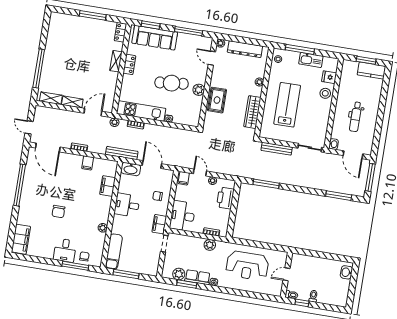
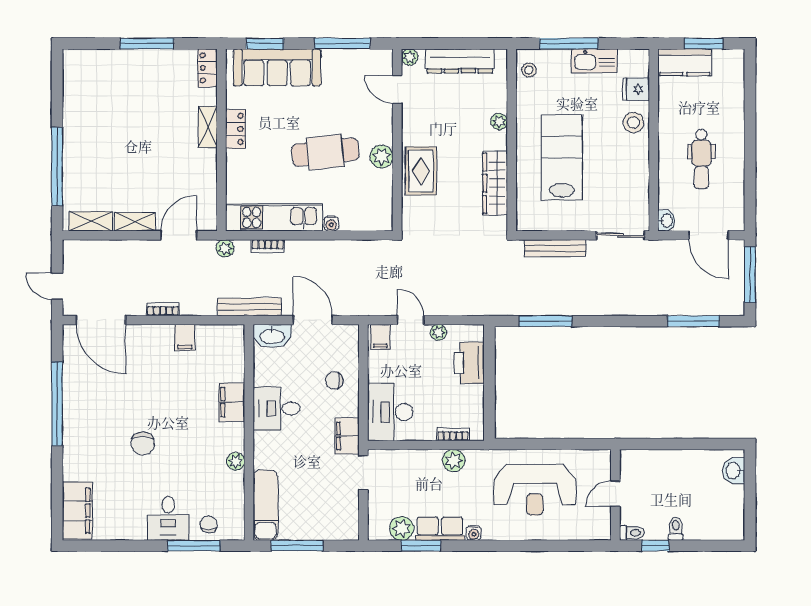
kitchen counter: (371, 71) -> (685, 62), moved
filing cabinet: (108, 186) -> (232, 402), moved

